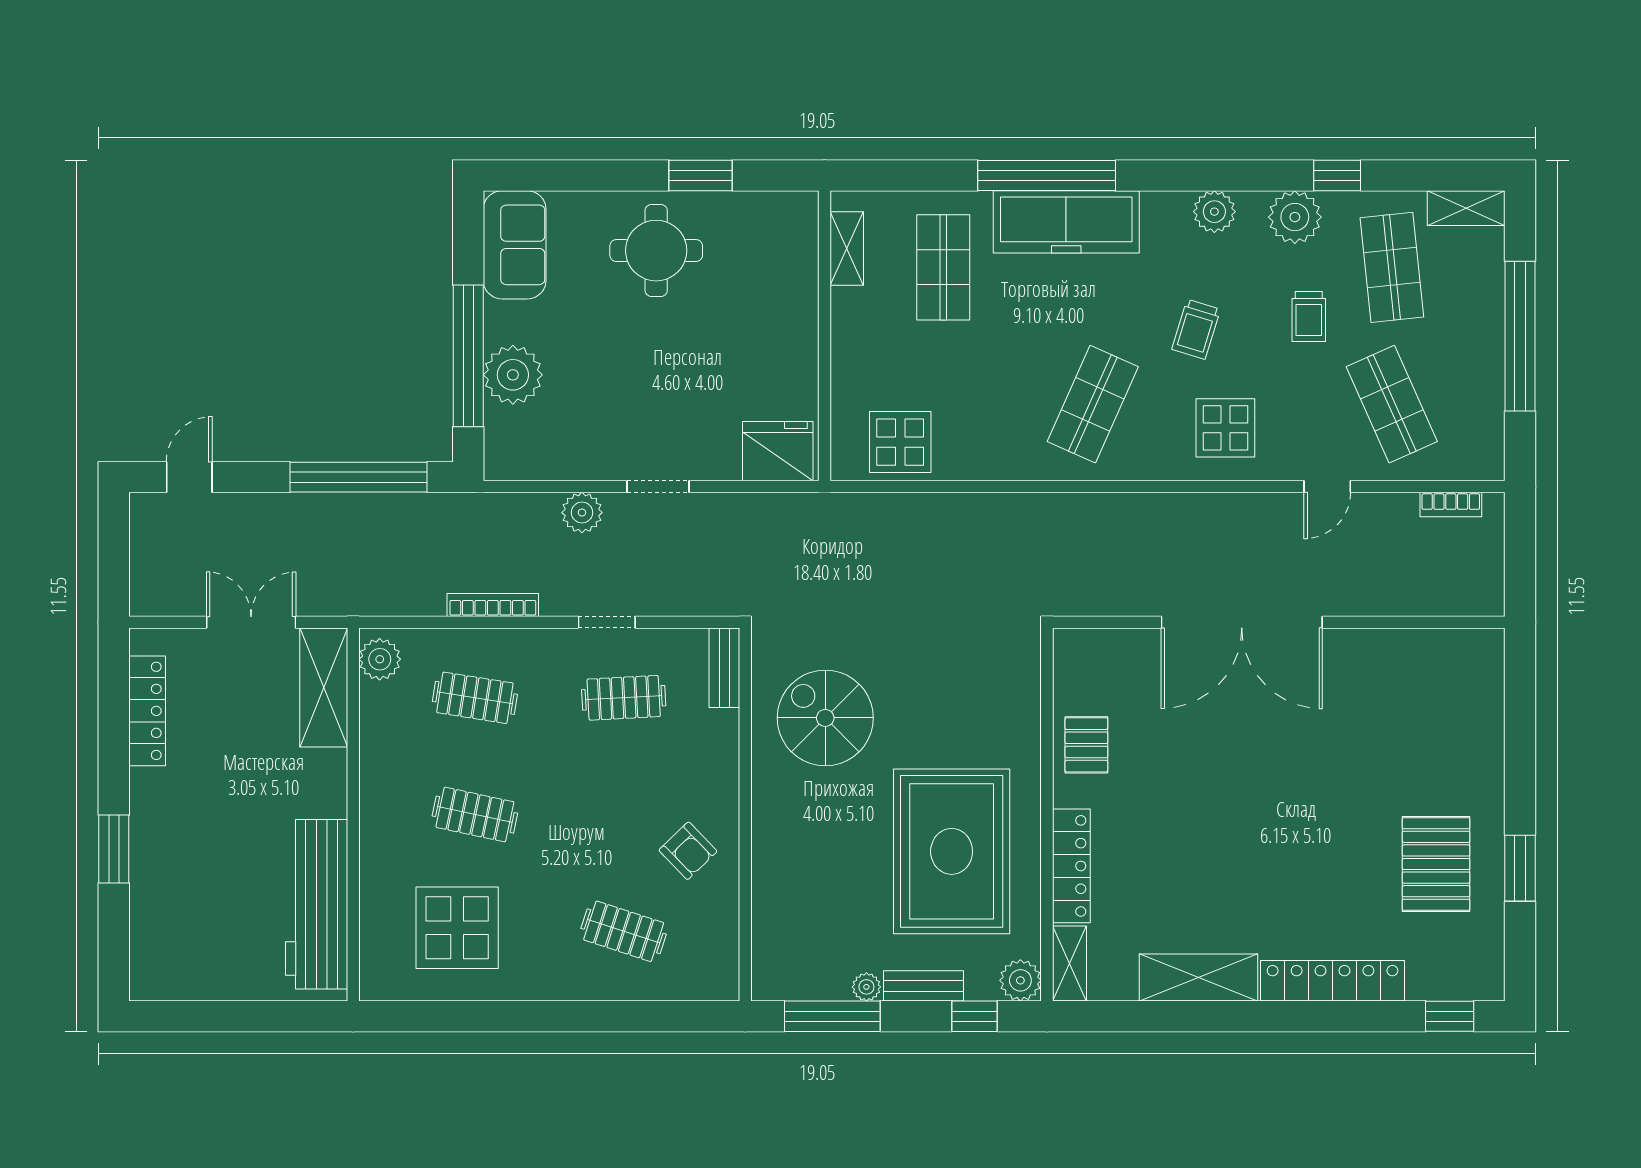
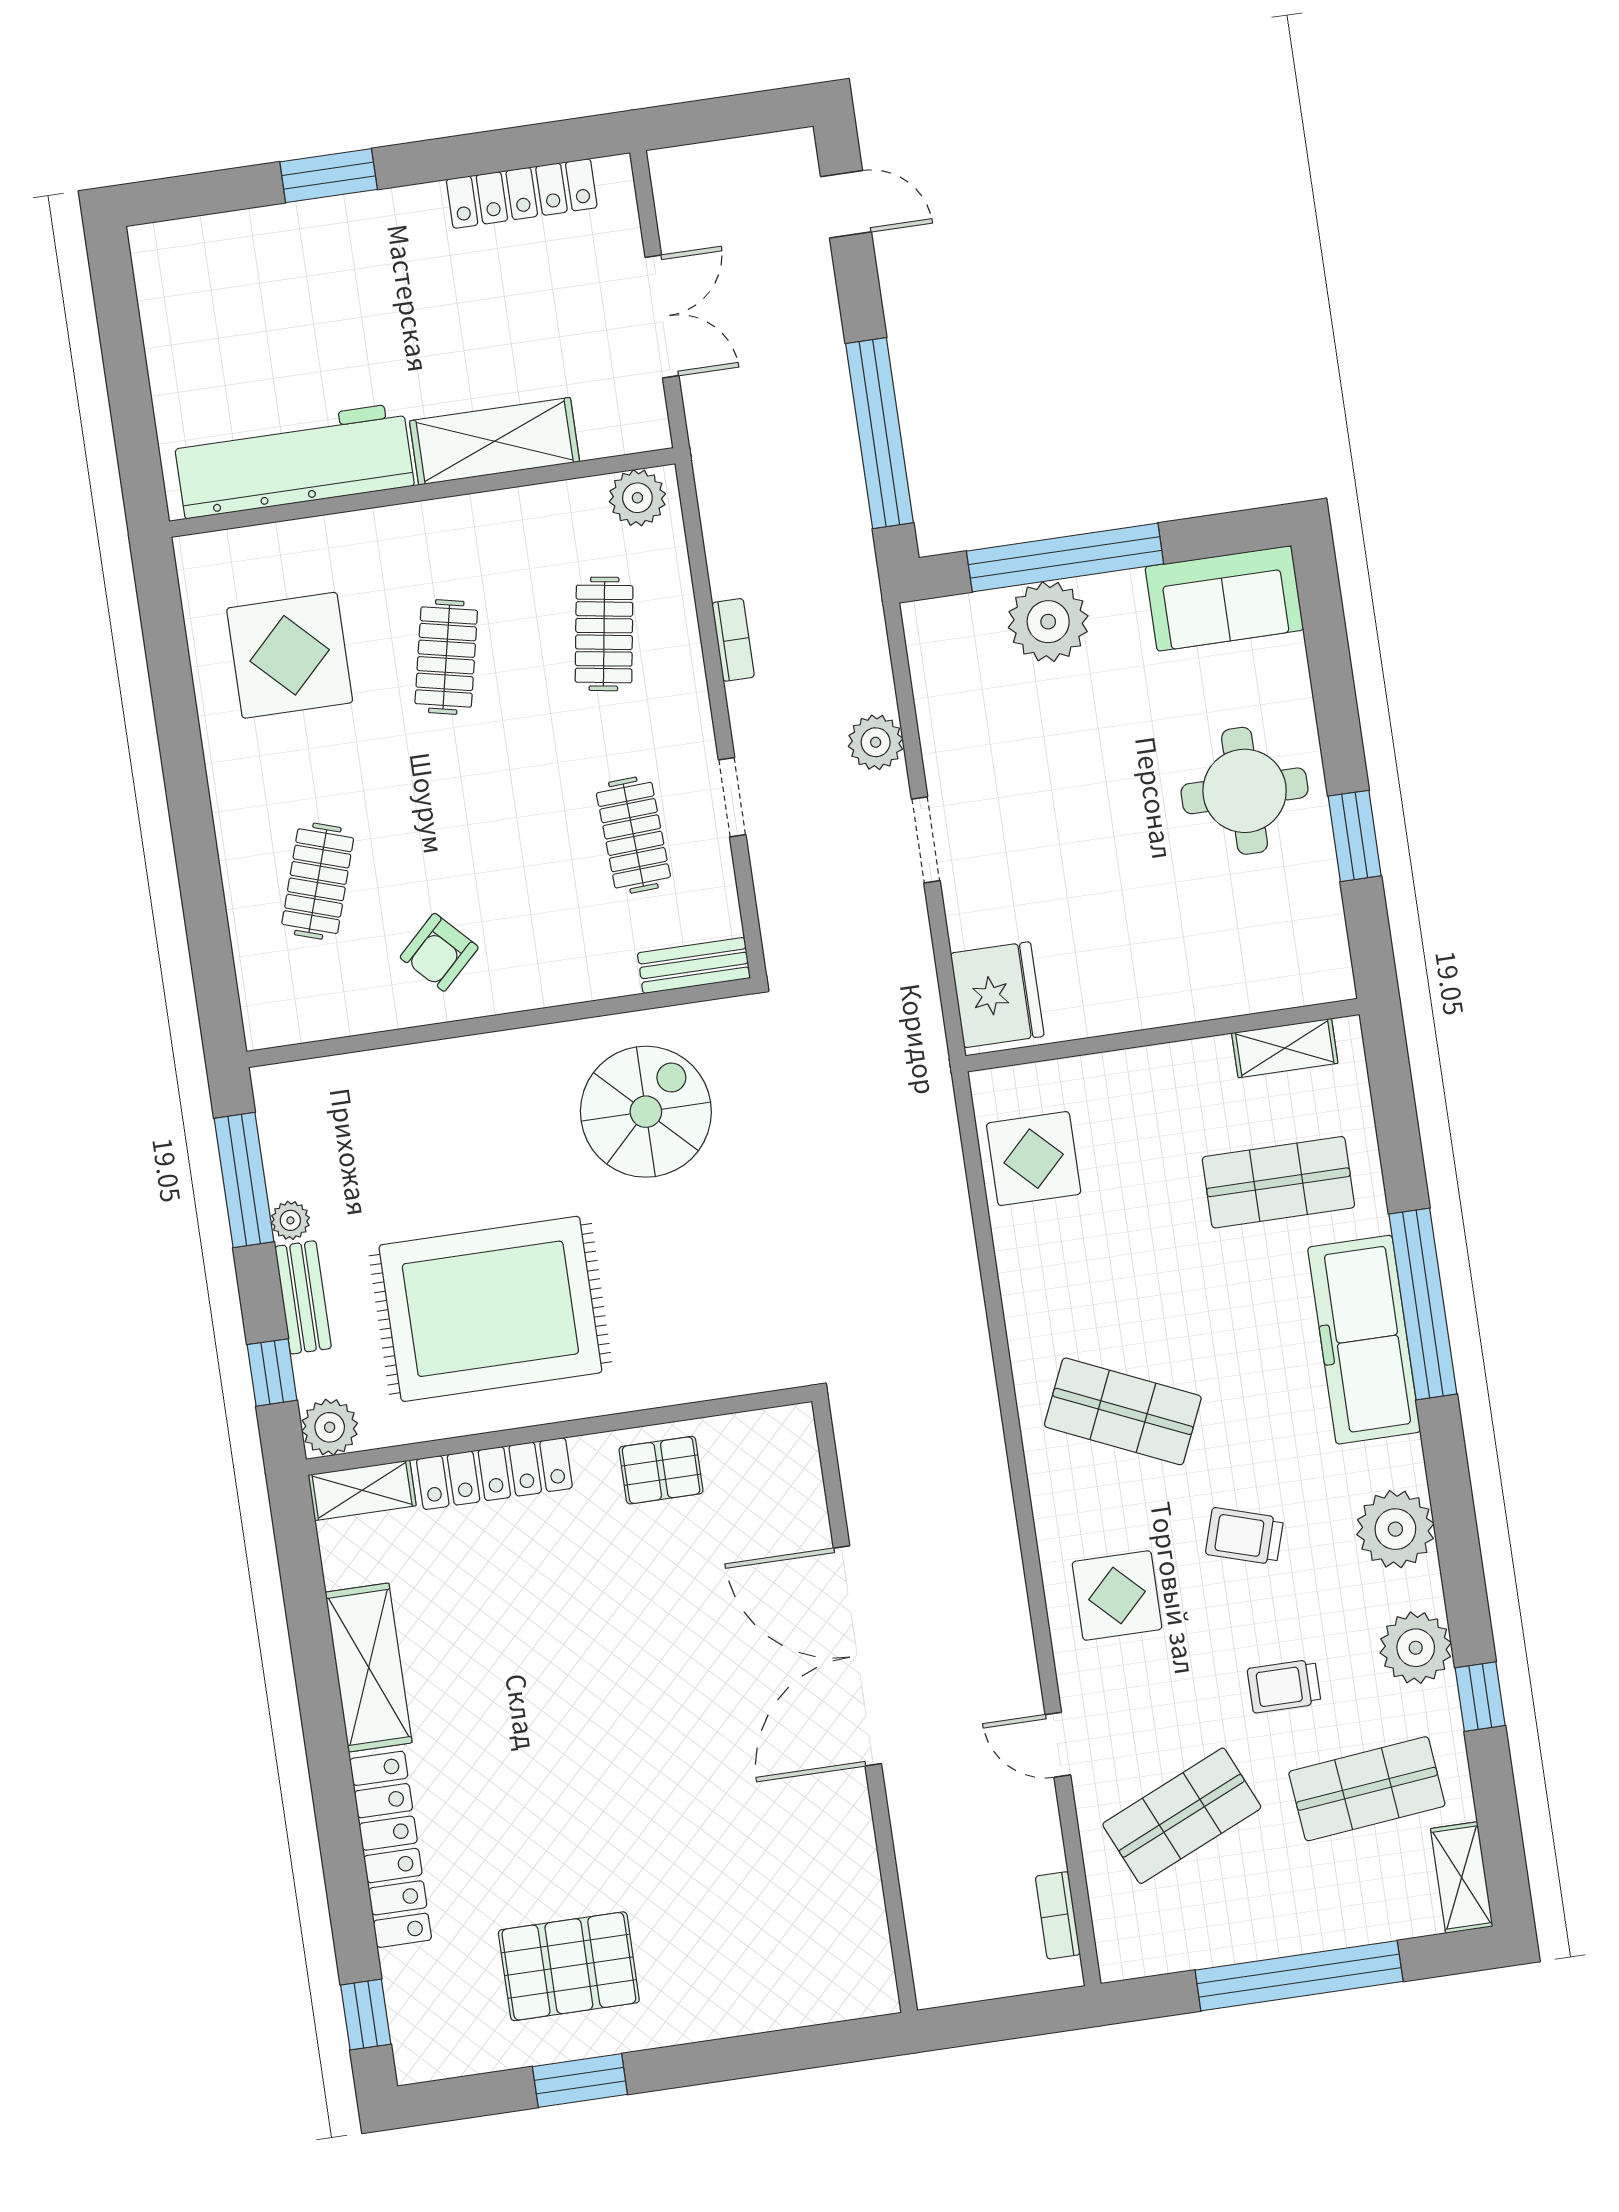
plant: (1214, 212) -> (1395, 1529), width x1.36, depth x1.36
bookcase: (493, 605) -> (733, 640), width x0.64
shelving: (324, 687) -> (495, 441), moved

